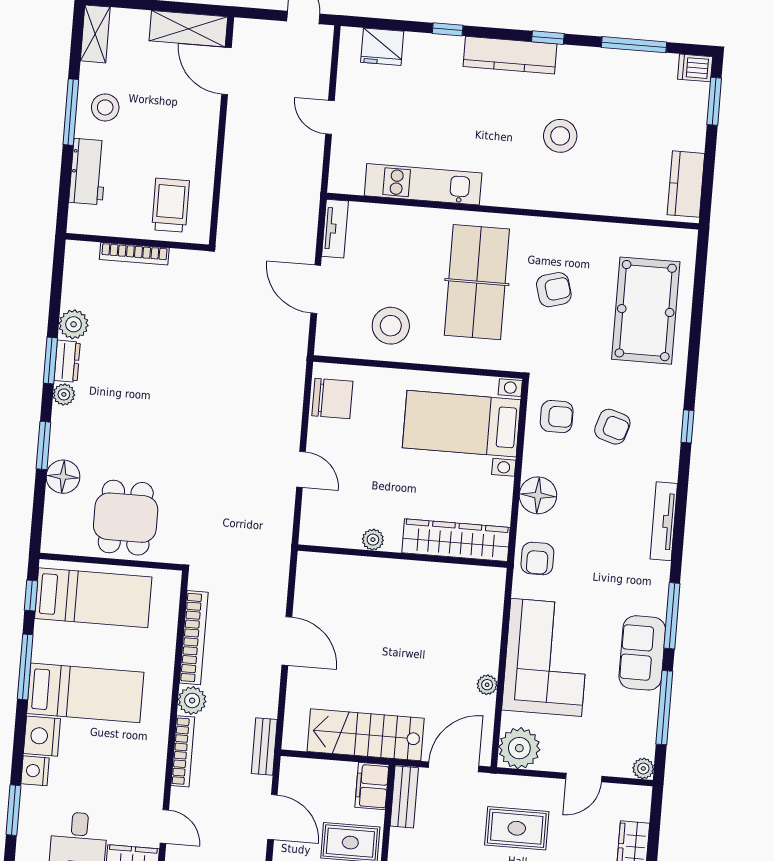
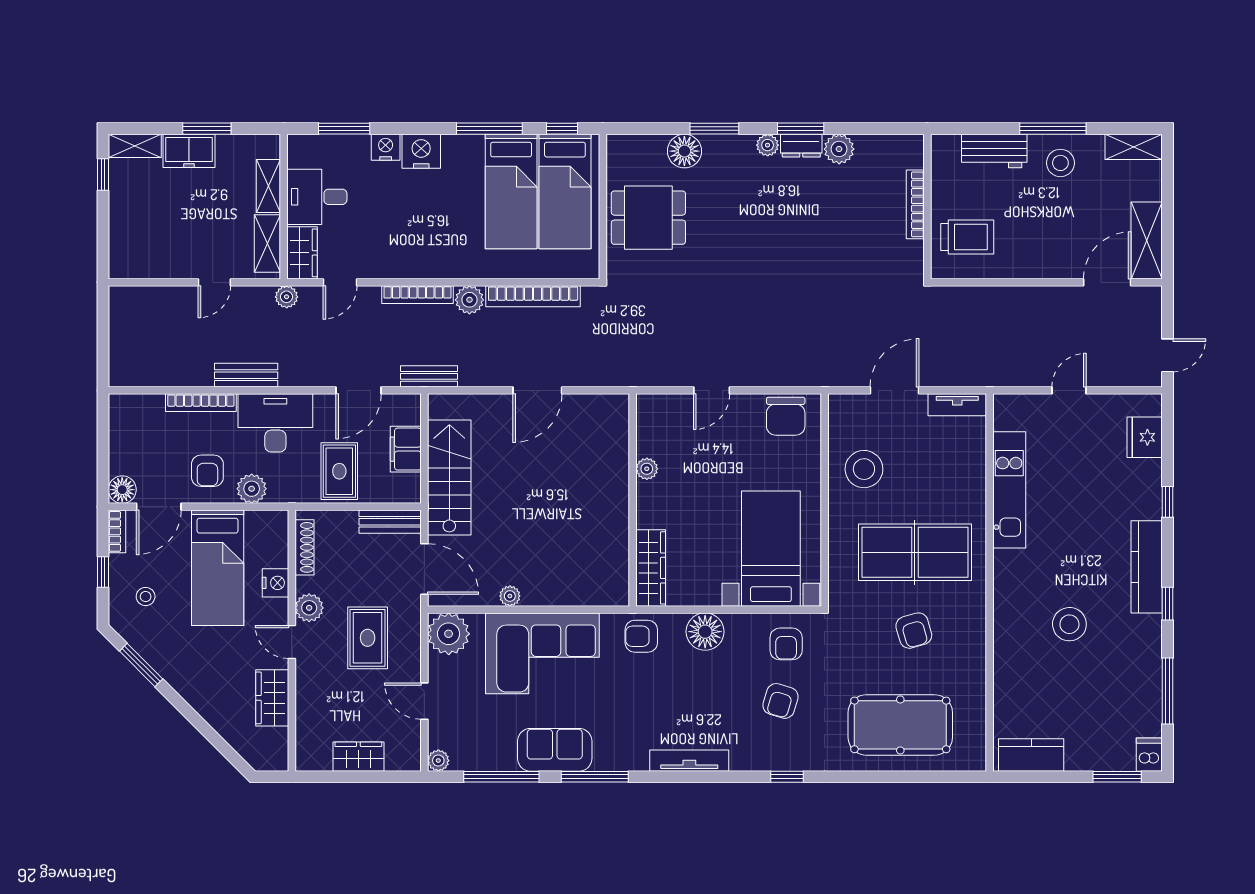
wardrobe: (456, 540) -> (651, 568), width x0.71, depth x0.85
bed: (85, 693) -> (511, 191), moved
filing cabinet: (372, 786) -> (406, 449), moved, turned -90

